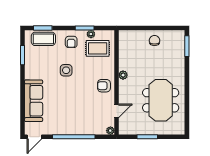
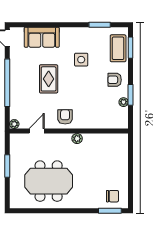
chair: (154, 41) -> (112, 196), moved
rug: (98, 48) -> (49, 79), moved
side table: (66, 70) -> (81, 60), moved
sofa: (34, 101) -> (42, 37), width x0.73
door: (116, 111) -> (37, 131), swing flipped

